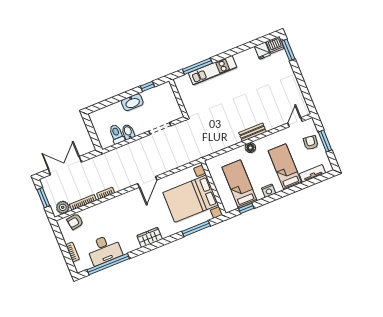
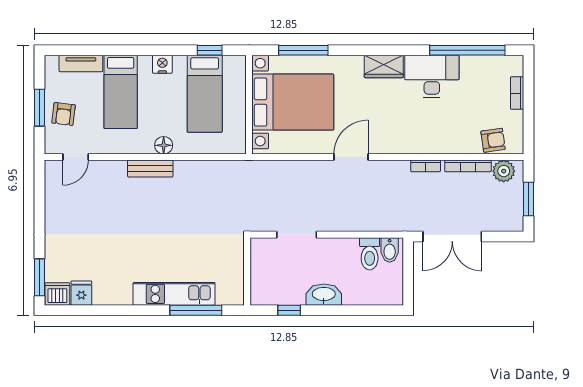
bidet: (128, 132) -> (390, 250), moved
double door: (65, 166) -> (452, 237), moved
desk: (104, 250) -> (432, 76), moved

